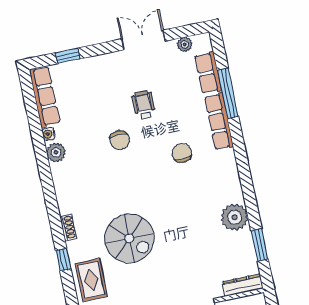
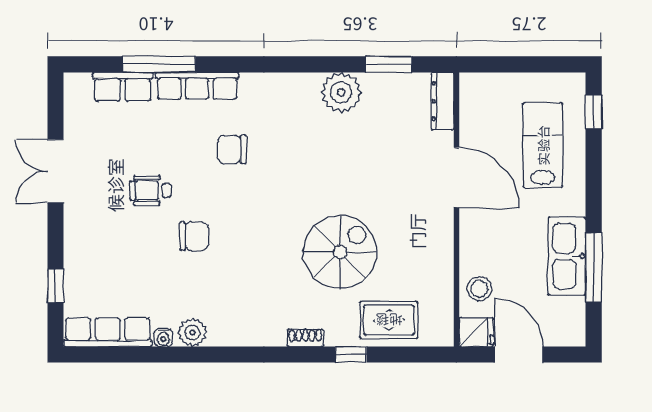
plant: (185, 44) -> (74, 112), removed

